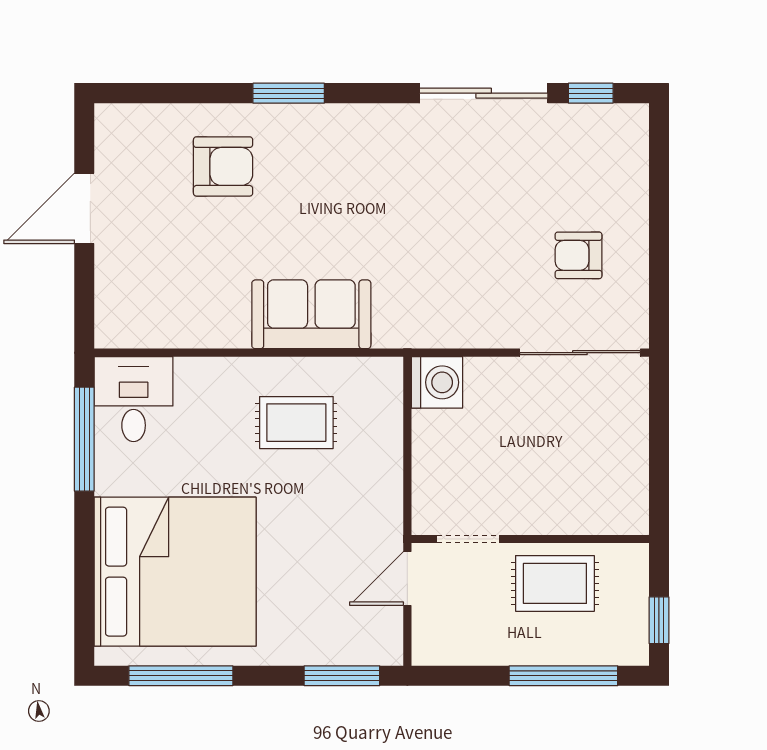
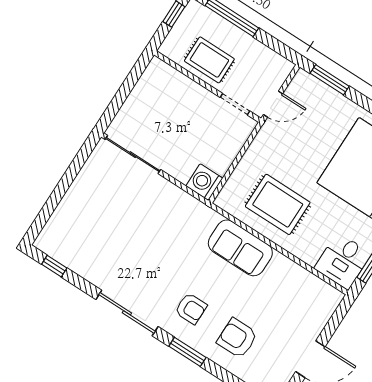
sliding door: (484, 93) -> (127, 313), moved
armchair: (579, 255) -> (191, 309), moved
rug: (296, 423) -> (278, 204), width x1.36, depth x1.43

